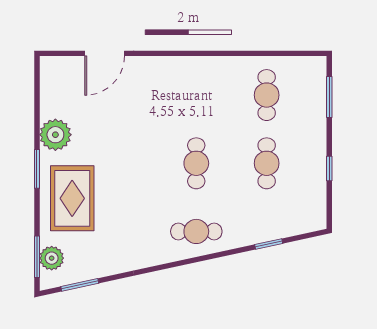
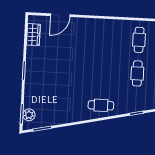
wardrobe: (52, 95) -> (33, 35), added
plant: (55, 135) -> (34, 54), removed
cafe table: (196, 163) -> (103, 72), removed
rug: (72, 198) -> (41, 86), removed

